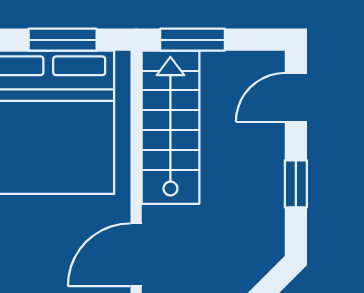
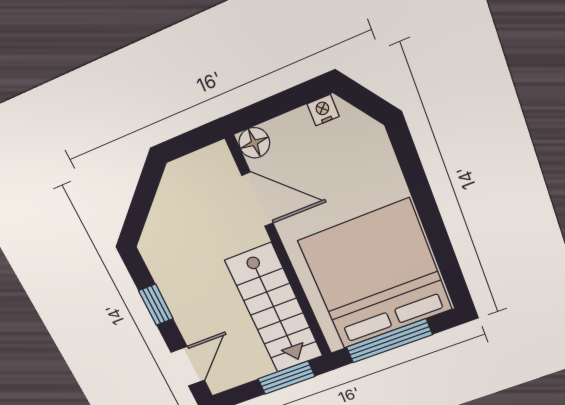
window: (63, 40) -> (389, 341), width x1.44
door: (136, 255) -> (258, 199), hinge flipped

